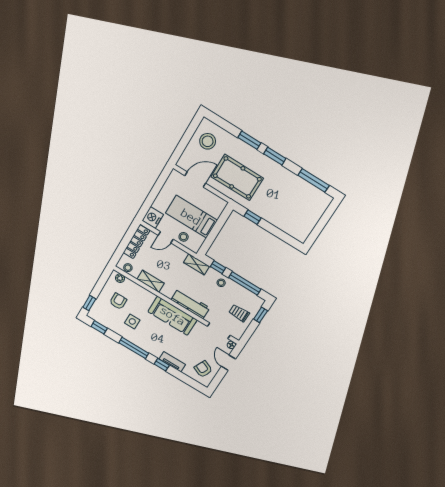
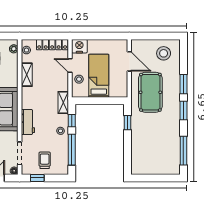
workbench: (190, 304) -> (28, 122), width x0.73
window: (261, 315) -> (37, 178), moved

